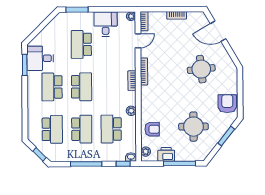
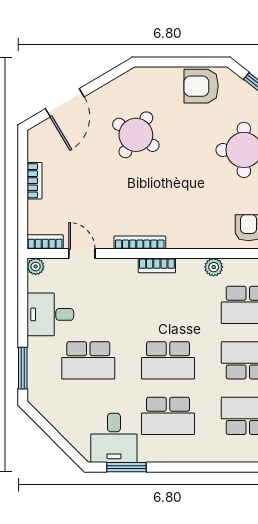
round table: (201, 69) -> (136, 135), turned 38
school desk: (82, 87) -> (168, 360), turned 180

